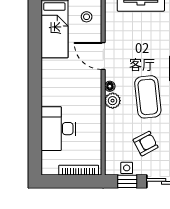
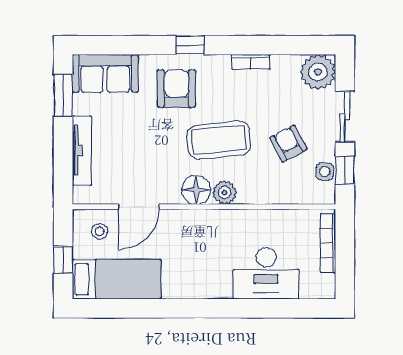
door: (103, 56) -> (139, 207), moved
floor lamp: (110, 86) -> (196, 190), width x1.89, depth x1.89

